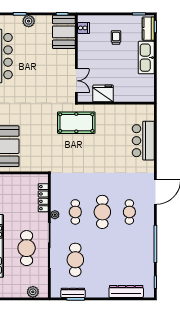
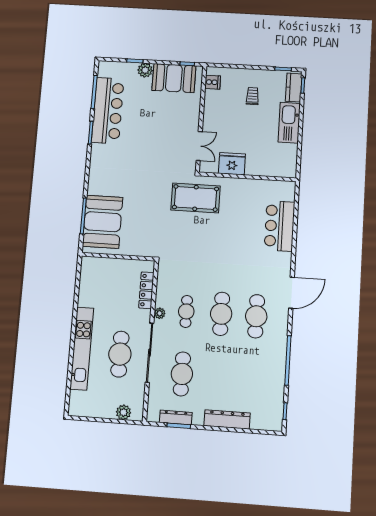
booth: (64, 32) -> (174, 78), moved, turned 90
cafe table: (129, 212) -> (256, 316), width x1.37, depth x1.35
dresser: (126, 291) -> (227, 419), moved

